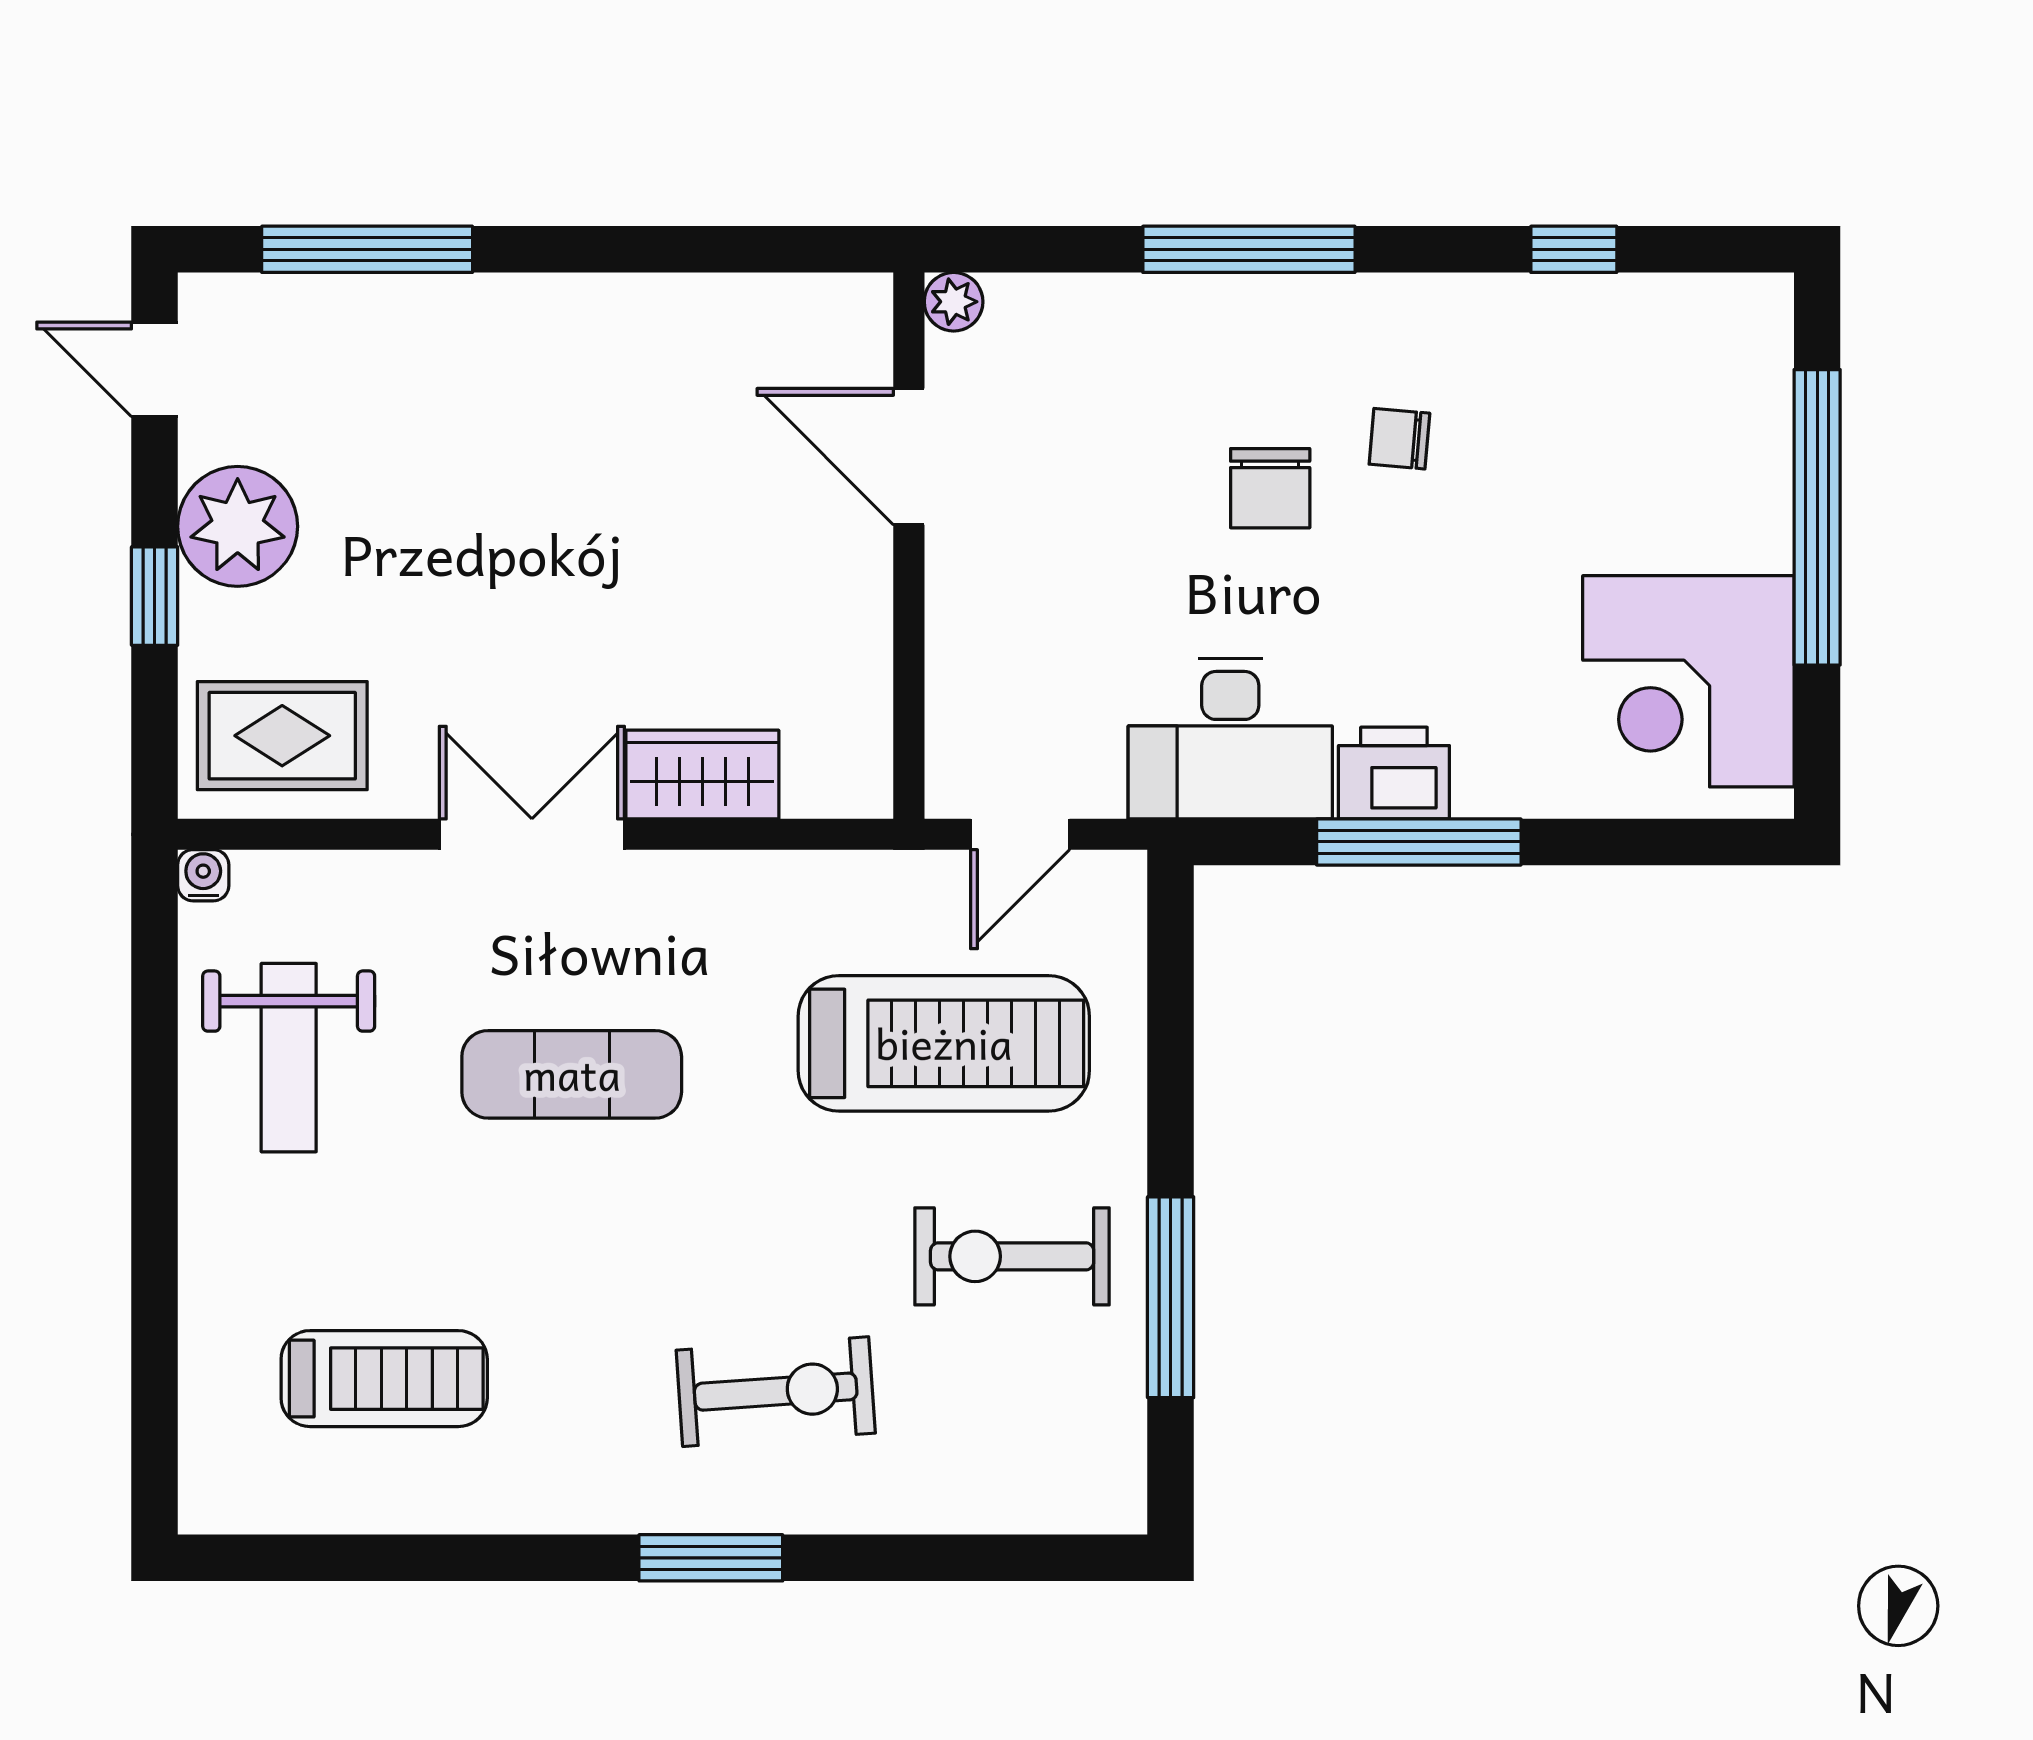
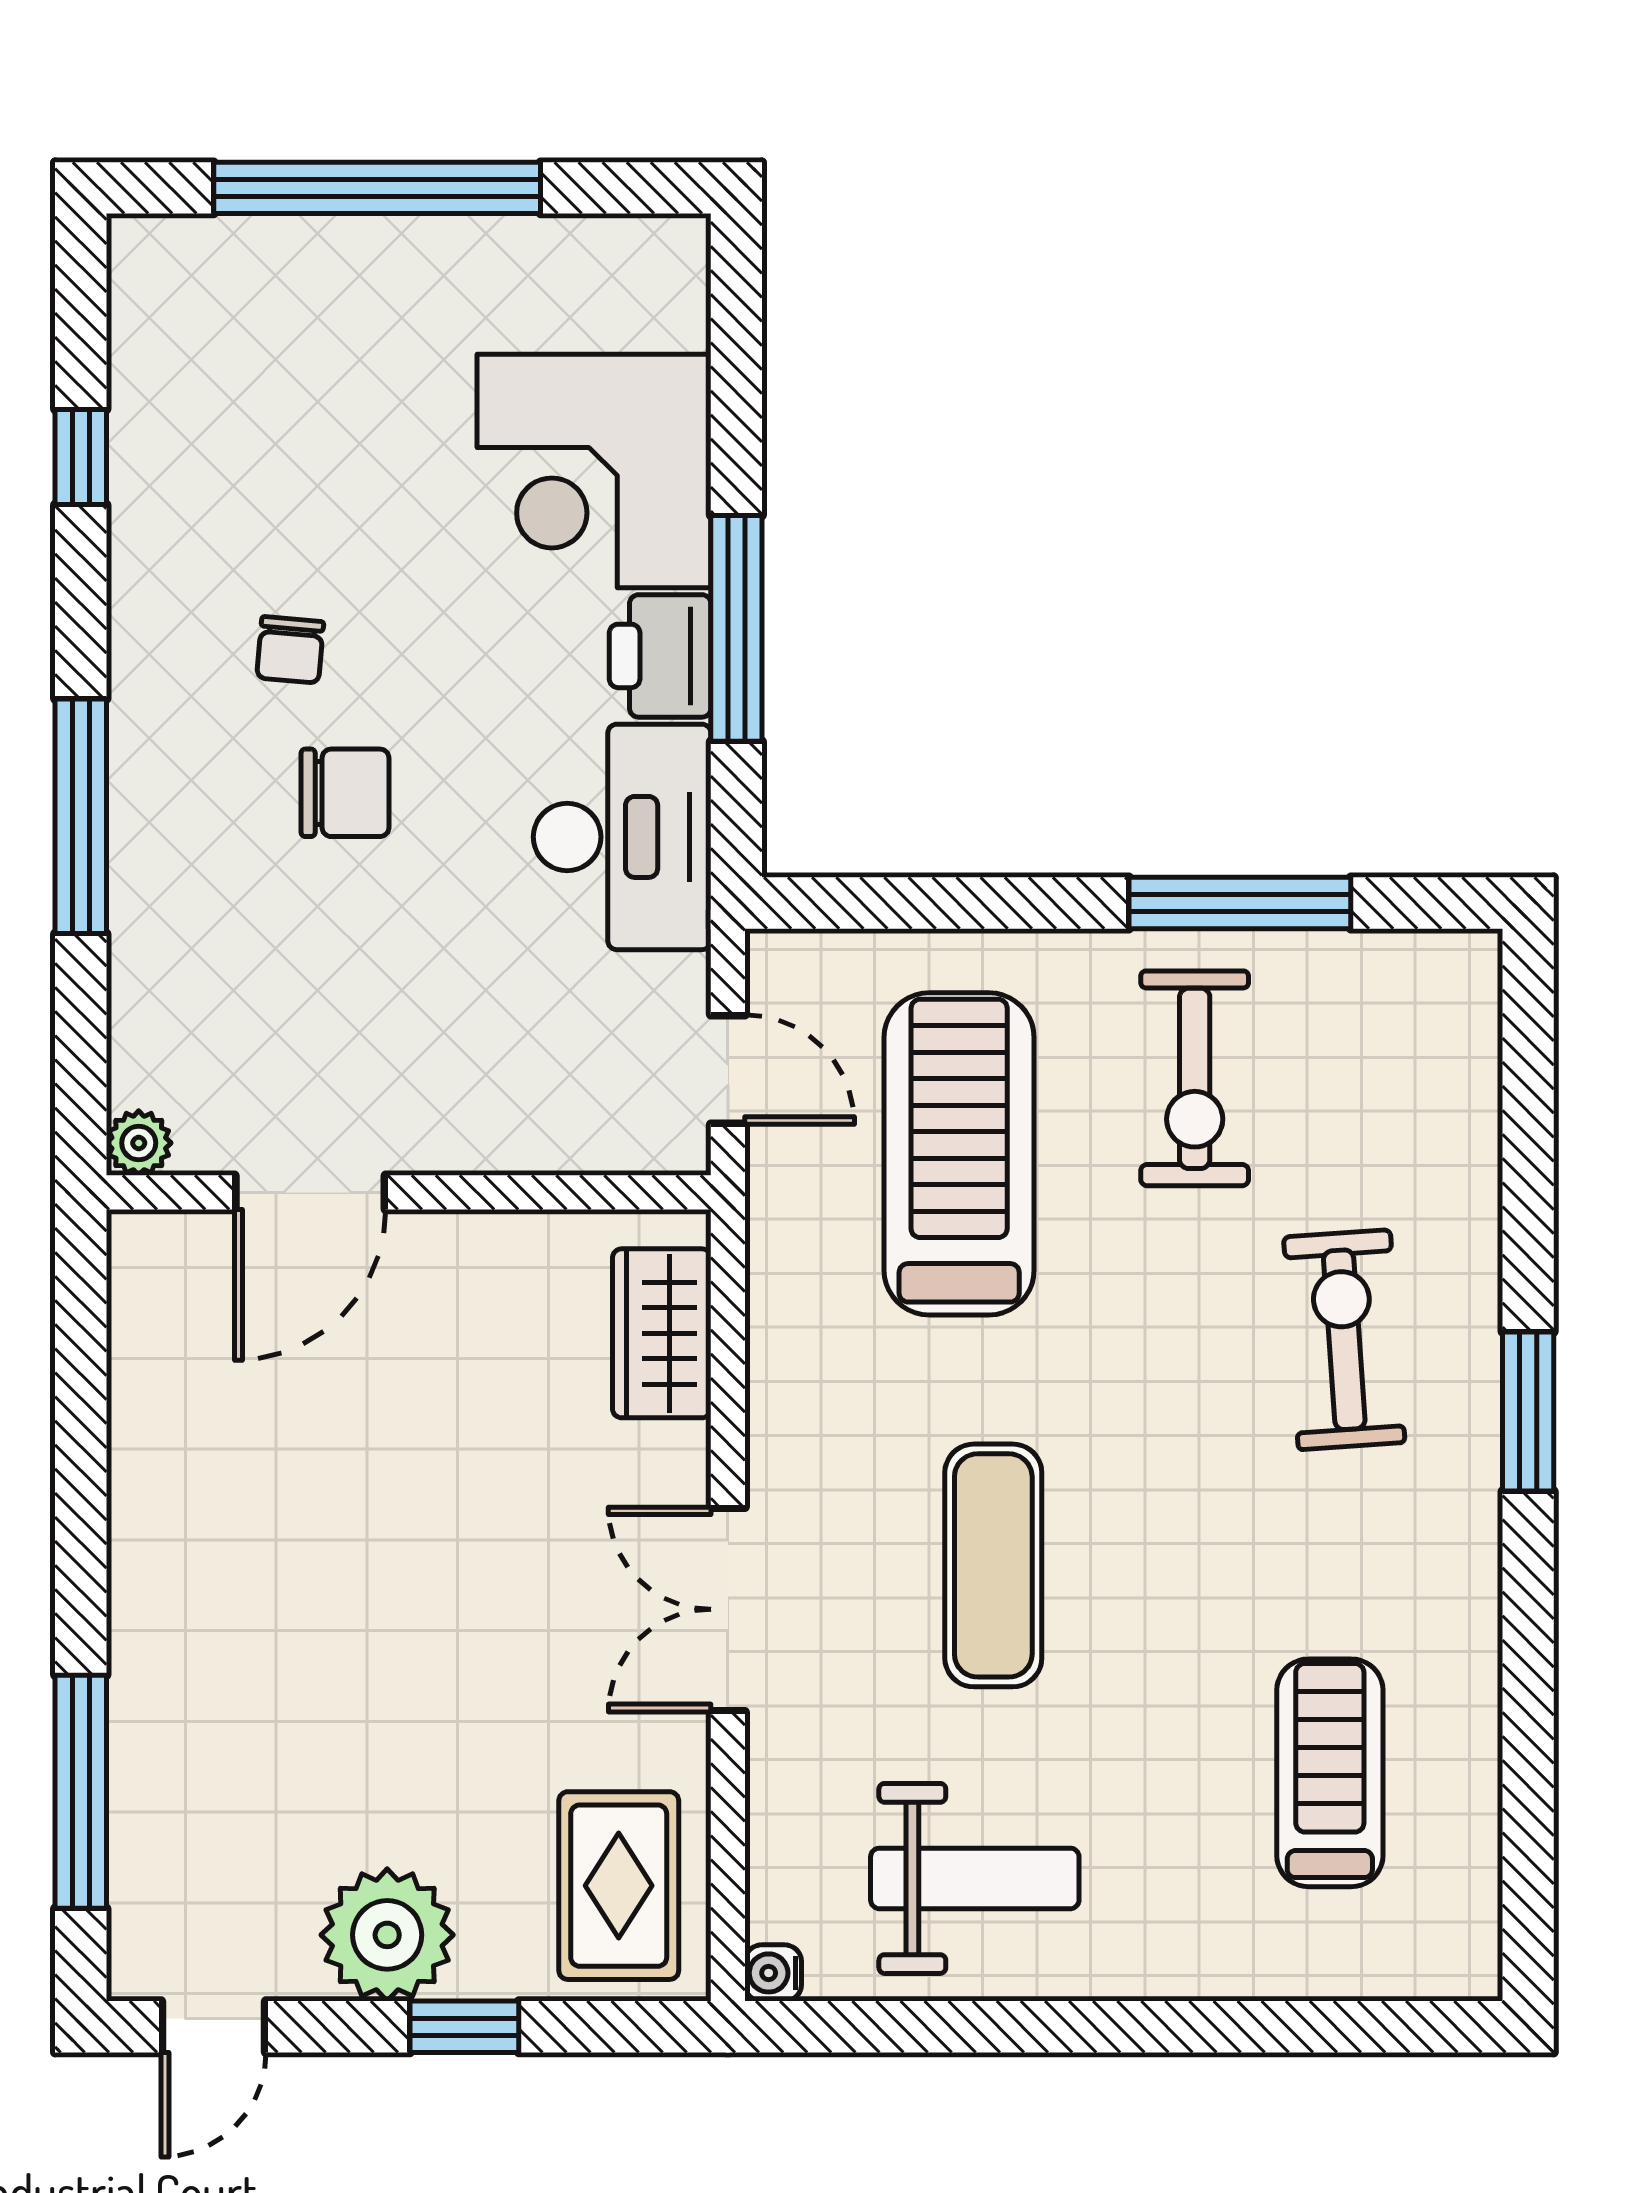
corner desk: (1688, 681) -> (594, 471), moved, turned 90
wardrobe: (702, 775) -> (662, 1333), moved

